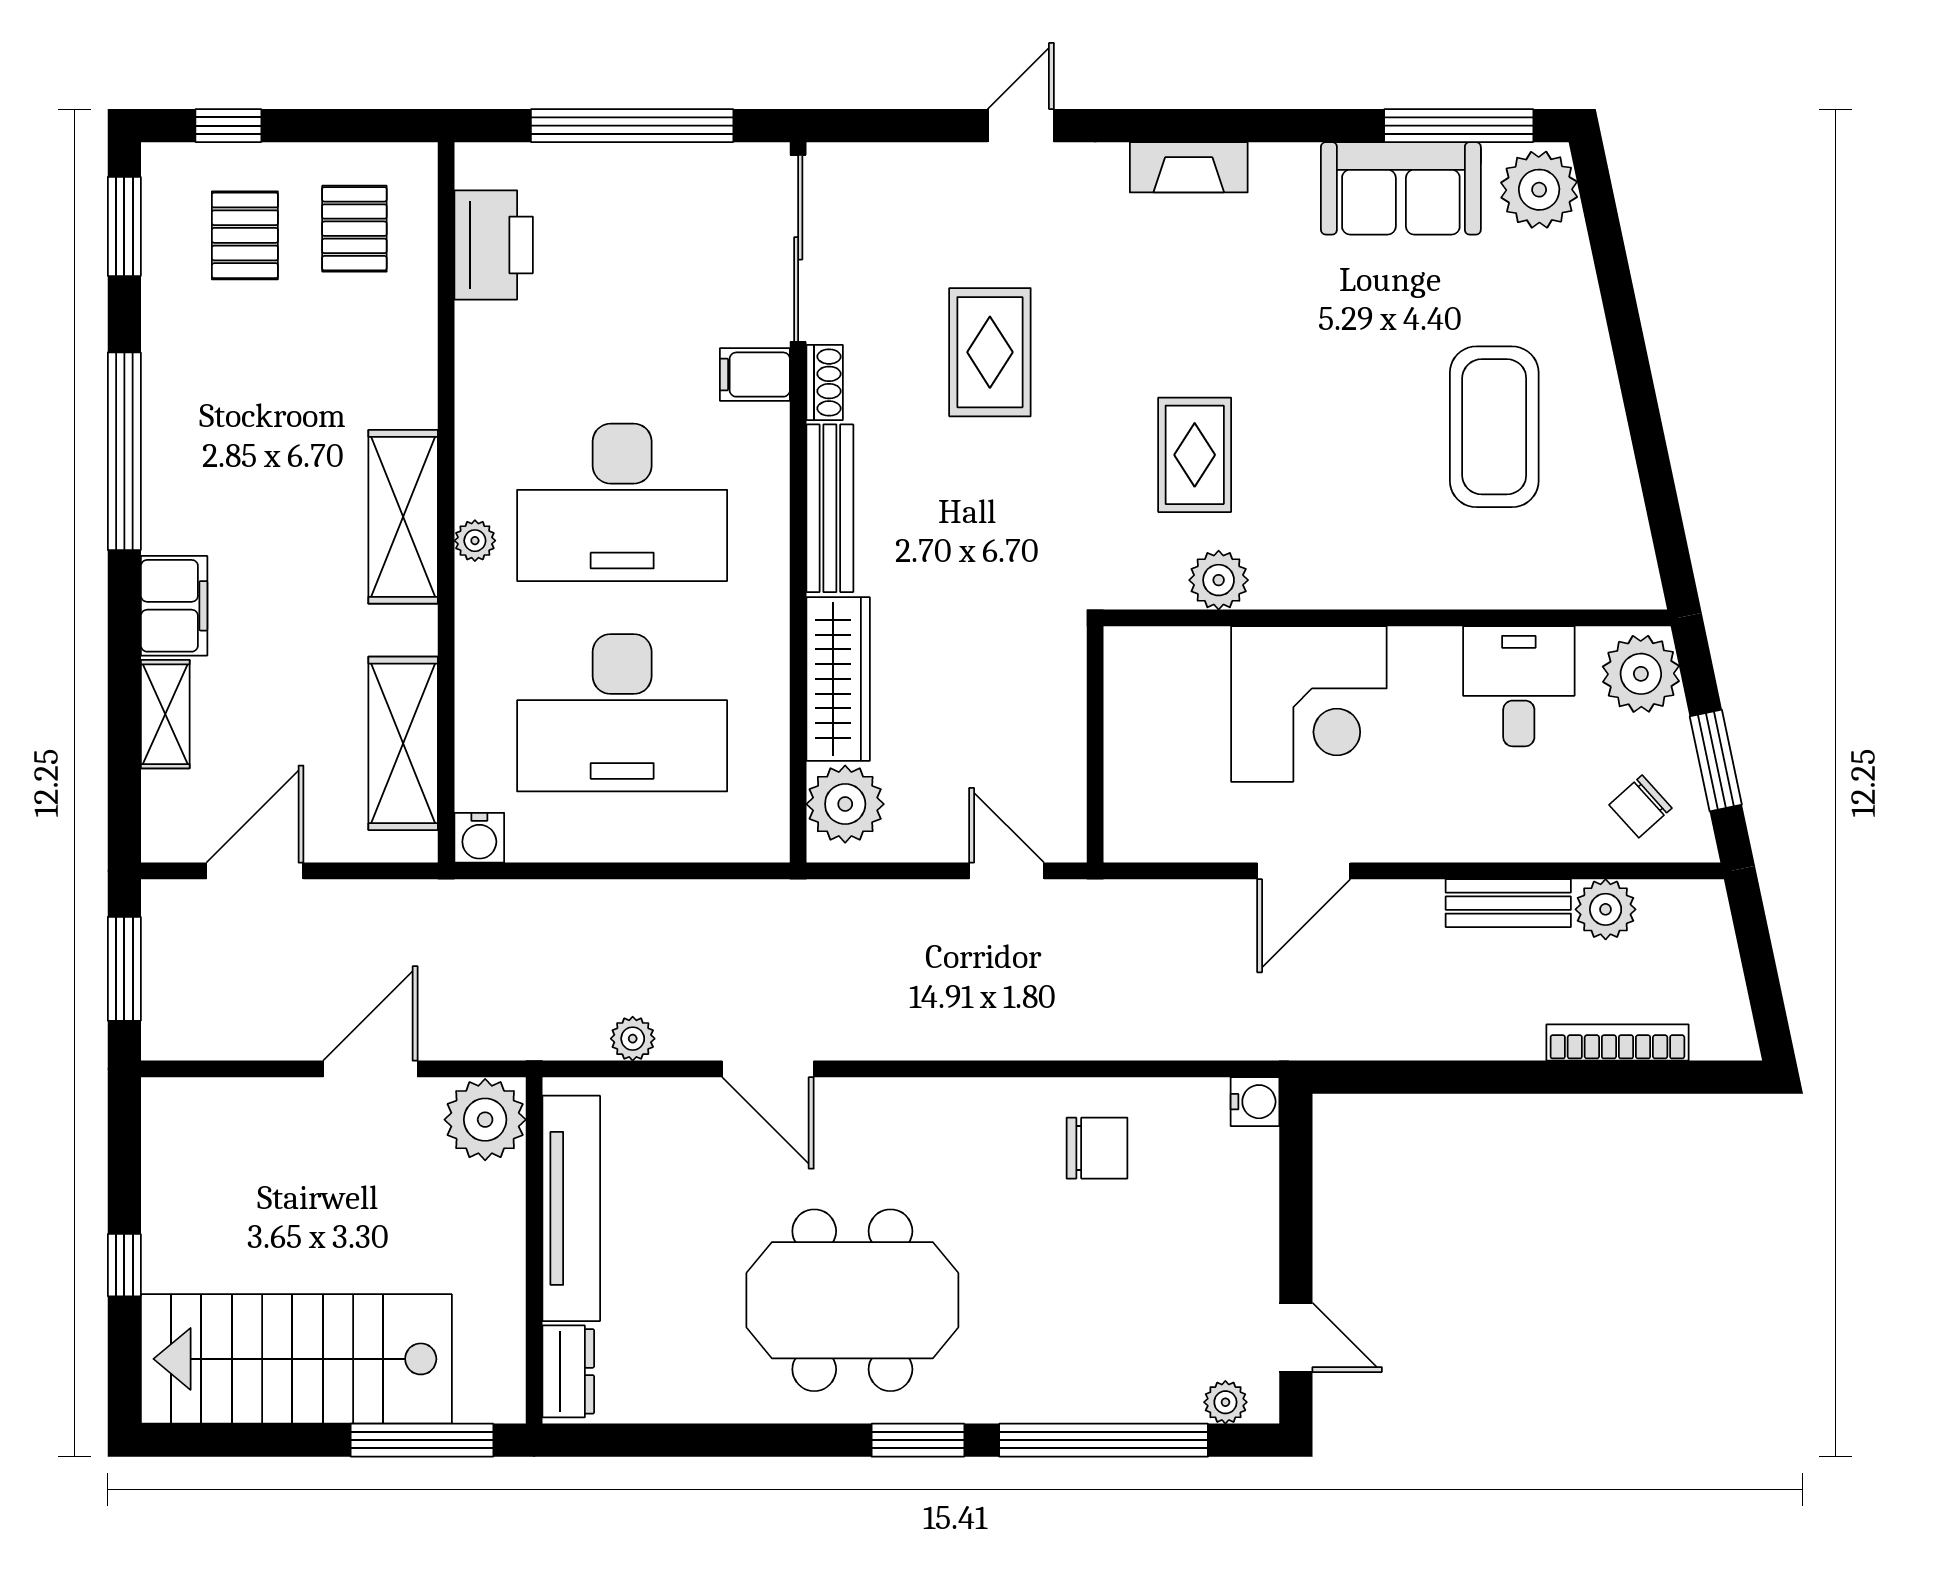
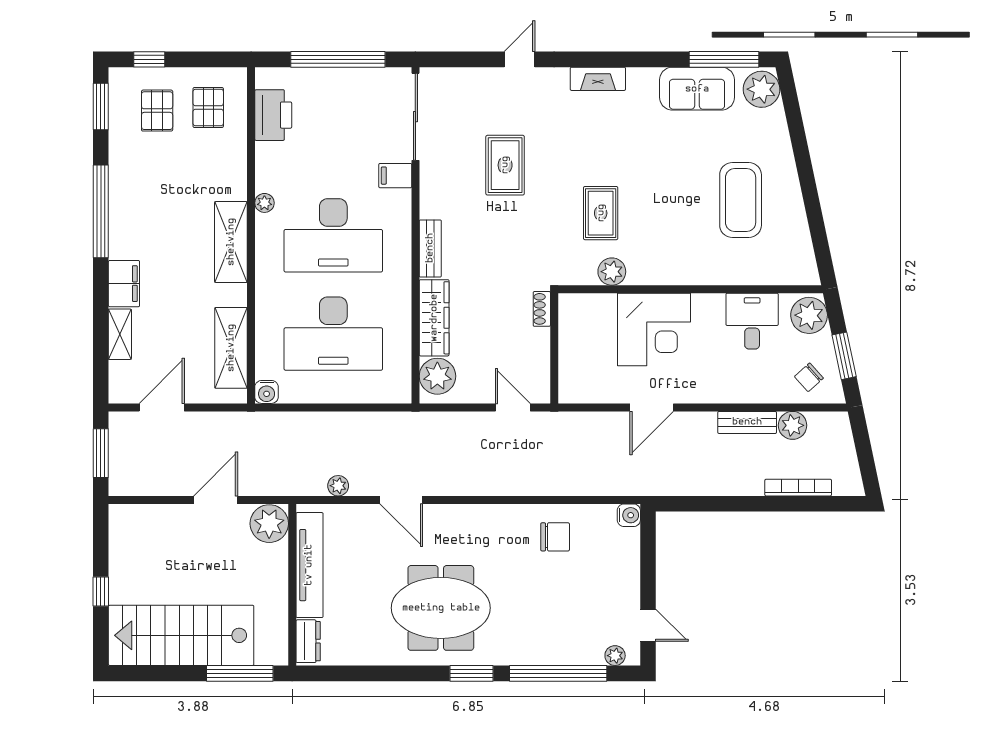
shoe rack: (825, 382) -> (542, 309), moved, turned 180
bench: (830, 508) -> (430, 248), width x0.73
plant: (475, 541) -> (264, 203), moved

